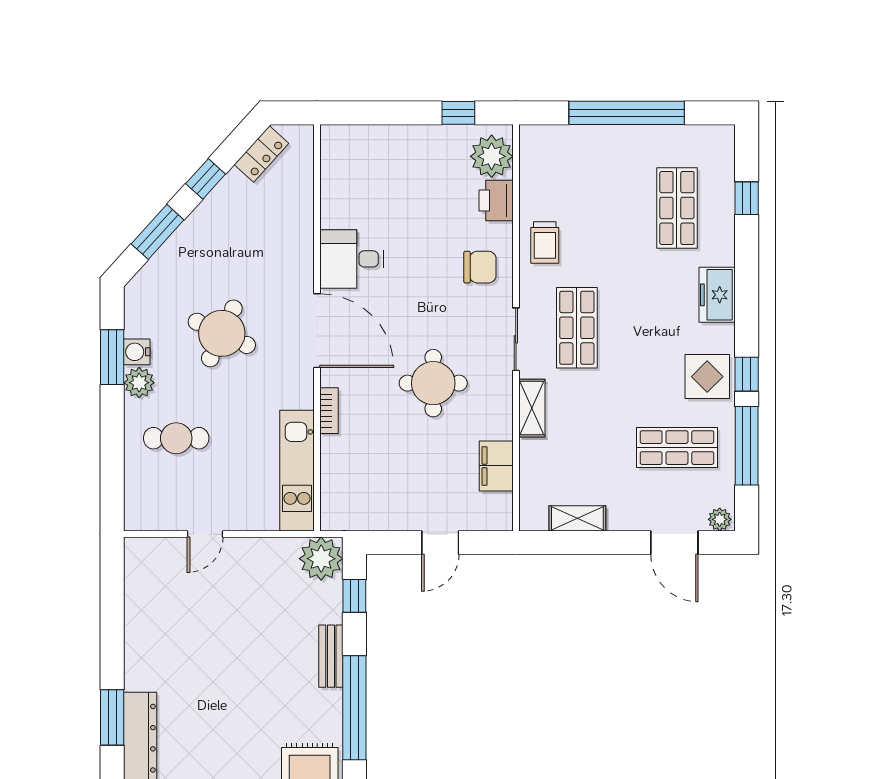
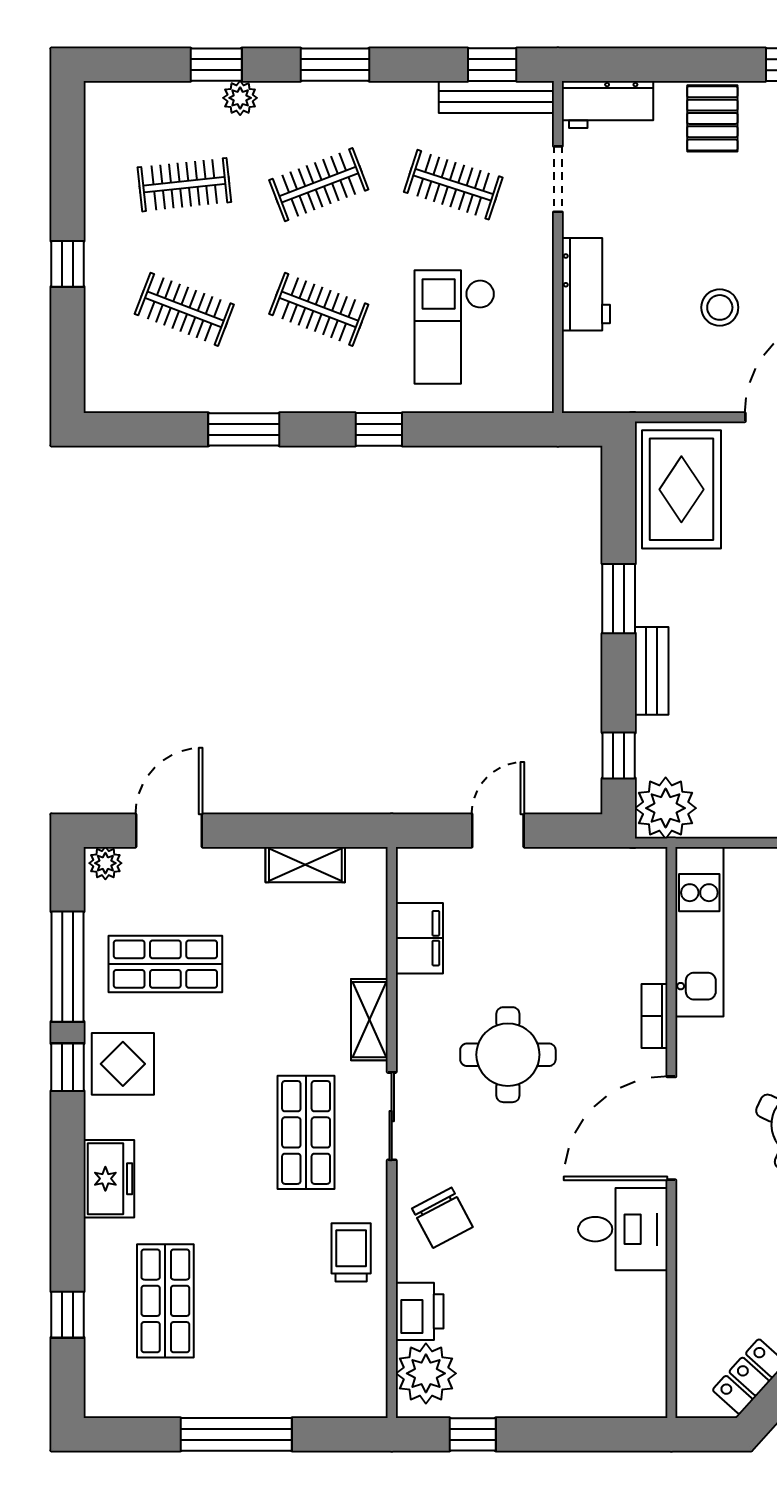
window: (627, 113) -> (236, 1434), width x0.68
chair: (480, 267) -> (442, 1218), turned -118
door: (317, 331) -> (671, 1128), hinge flipped
door: (674, 543) -> (169, 831), hinge flipped
window: (354, 708) -> (619, 599), width x0.47

